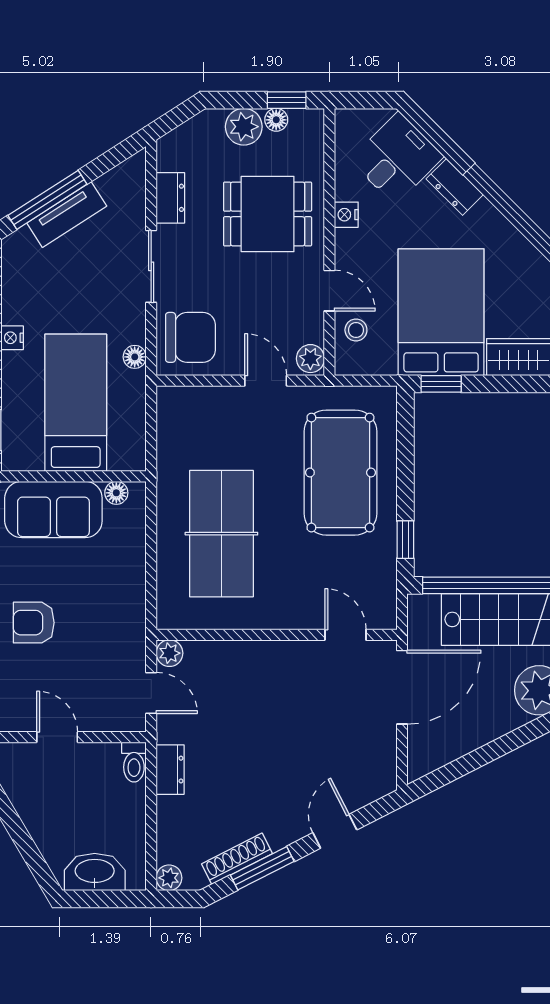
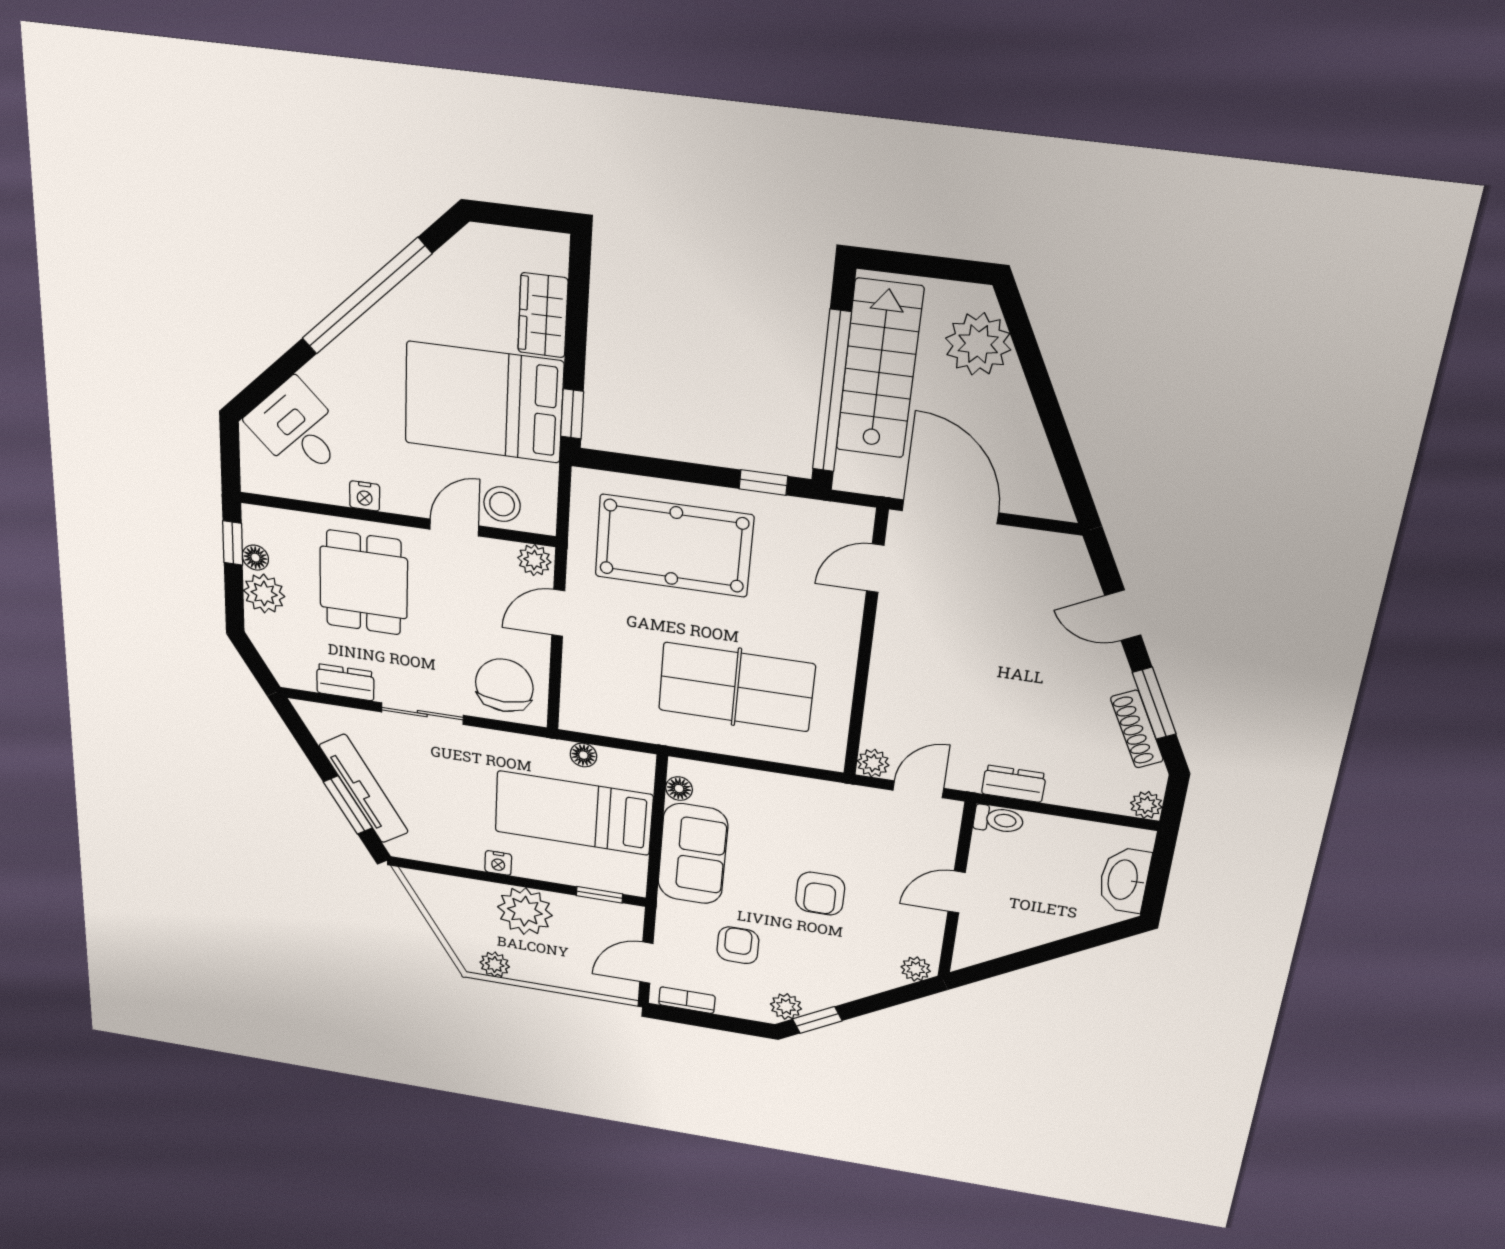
dresser: (455, 187) -> (331, 366), removed
window: (47, 200) -> (348, 805), width x0.69
tv unit: (67, 215) -> (364, 789), width x1.41
stool: (356, 330) -> (502, 504), width x1.37, depth x1.37
floor lamp: (135, 357) -> (583, 755), moved

